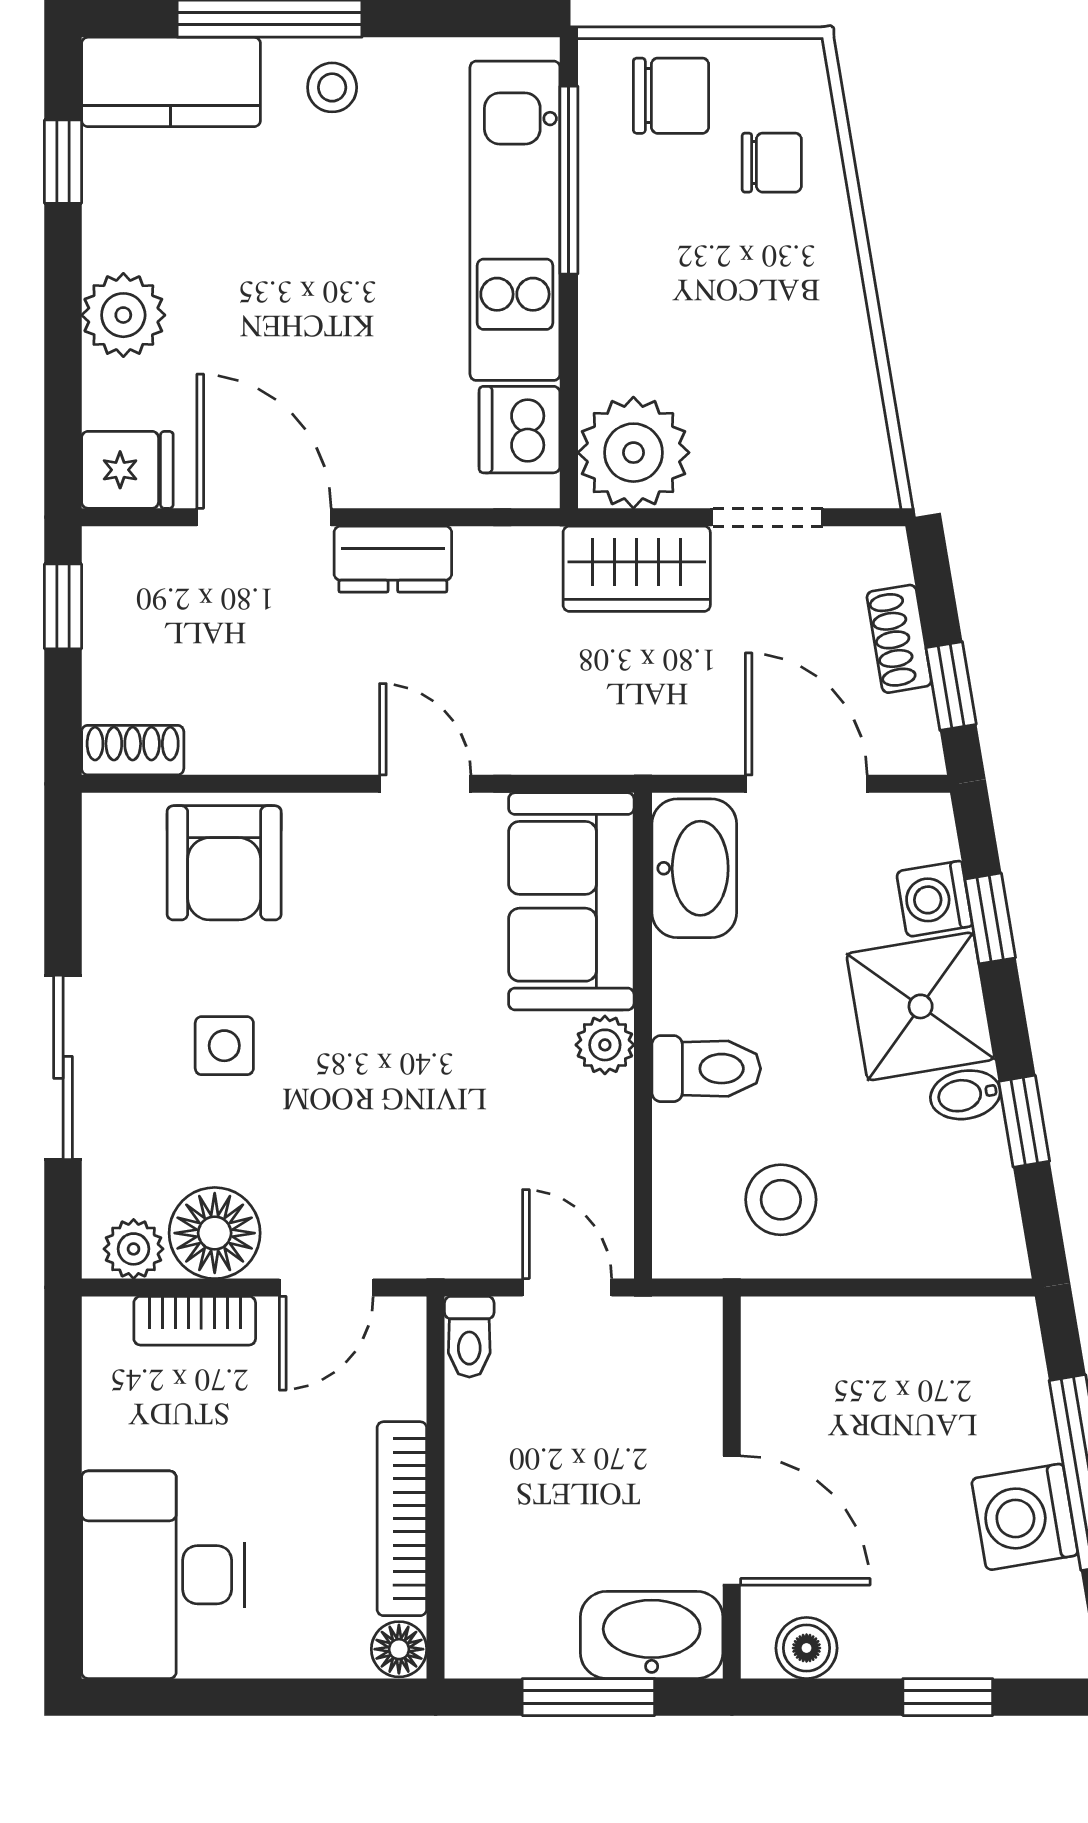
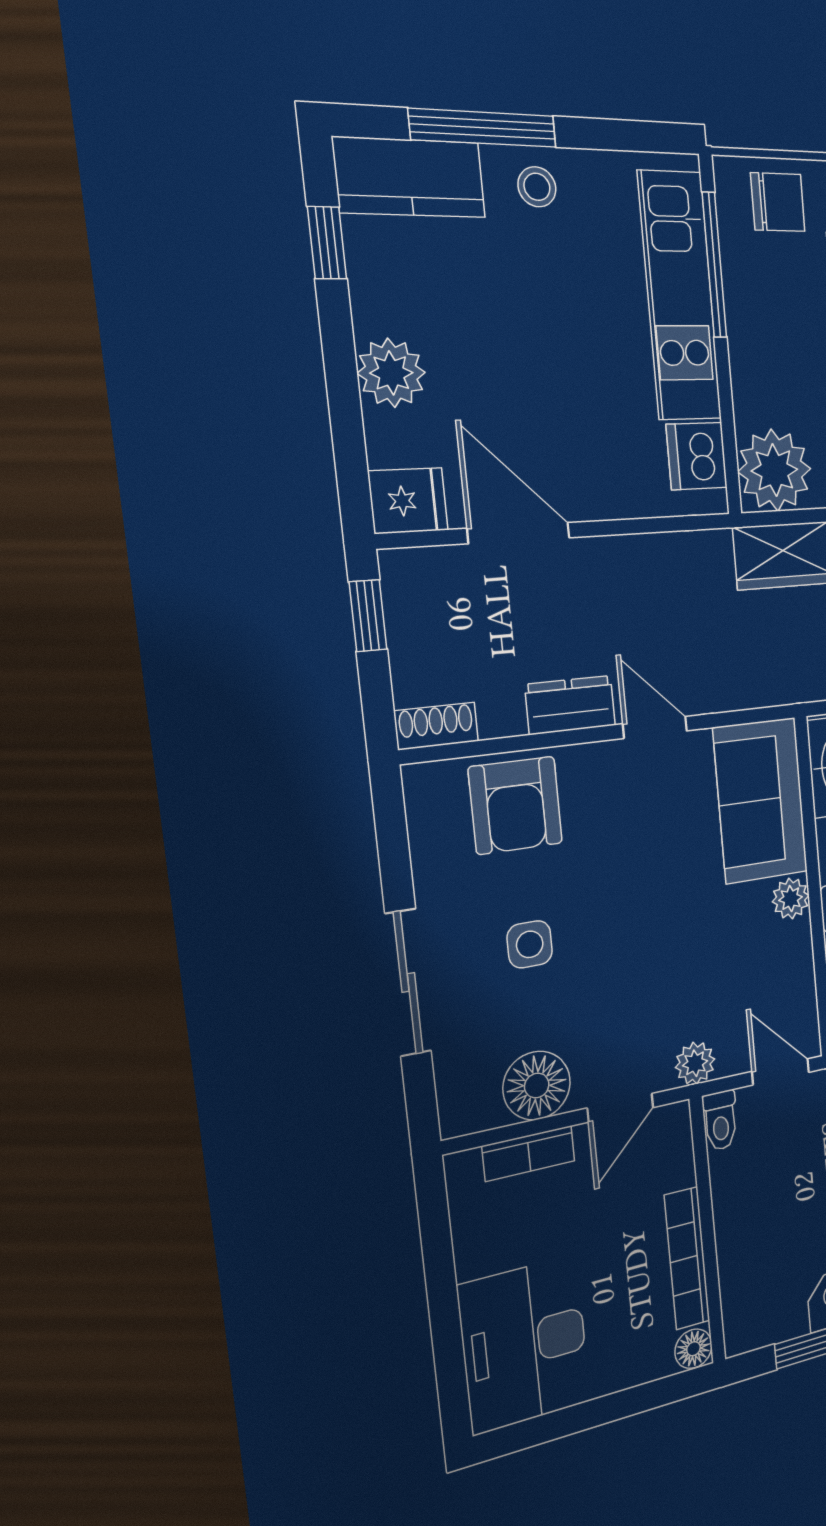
dresser: (393, 559) -> (570, 705), moved, turned 180
plant: (134, 1249) -> (695, 1063), moved

